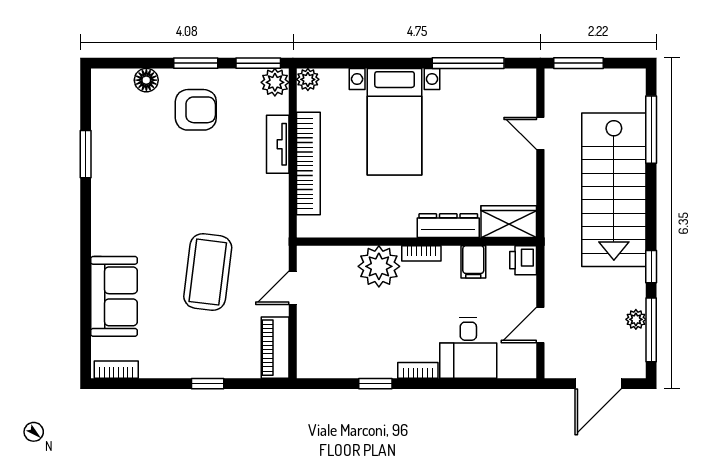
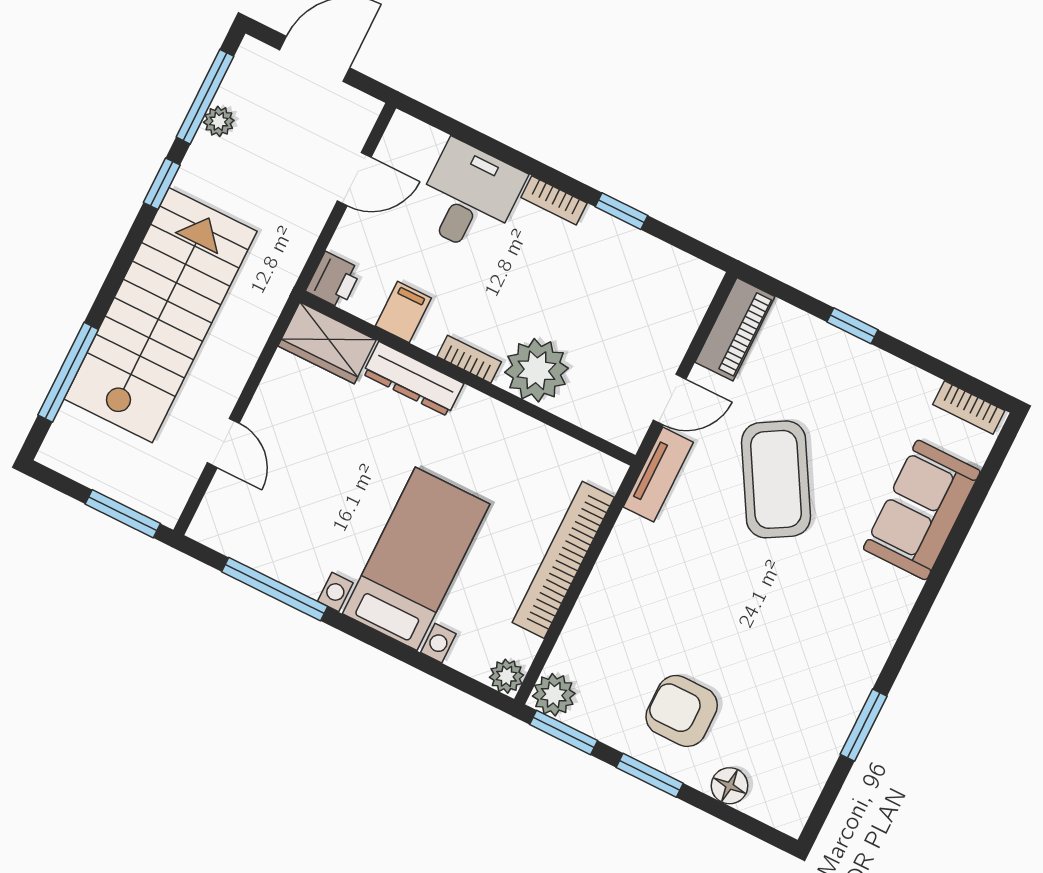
tv unit: (278, 144) -> (658, 475), moved
coffee table: (208, 272) -> (776, 479), turned -37

